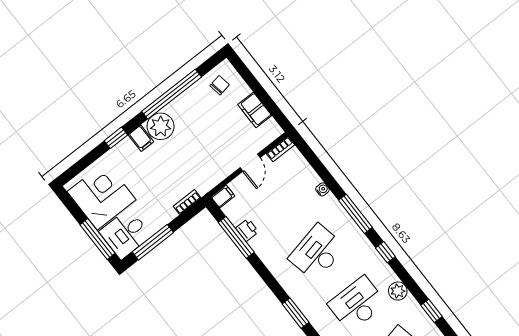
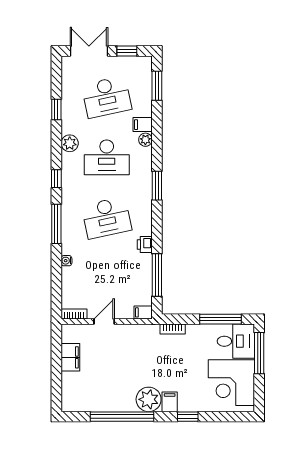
chair: (220, 85) -> (82, 396), removed
printer: (247, 230) -> (145, 244), moved

